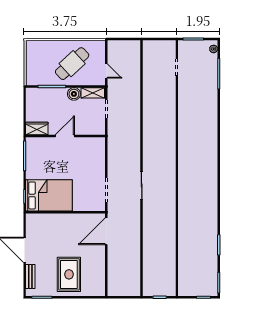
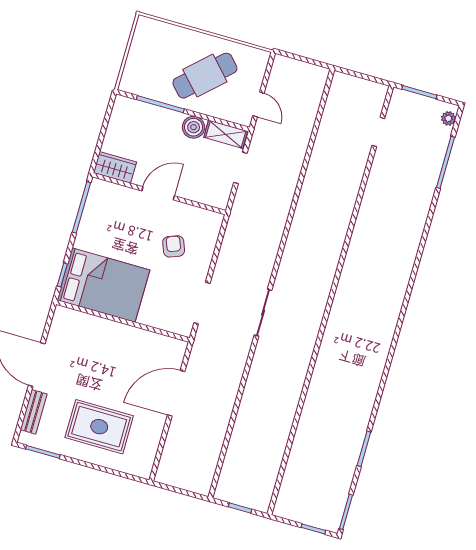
armchair: (82, 163) -> (174, 246), added
door: (106, 231) -> (176, 393), moved
rug: (69, 274) -> (99, 427), turned 90

